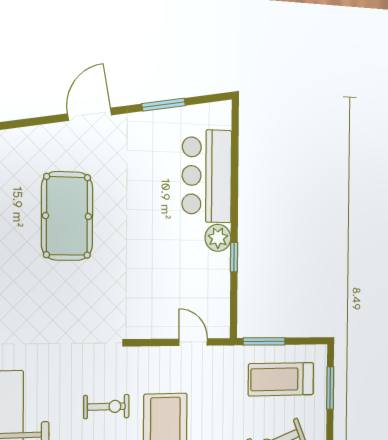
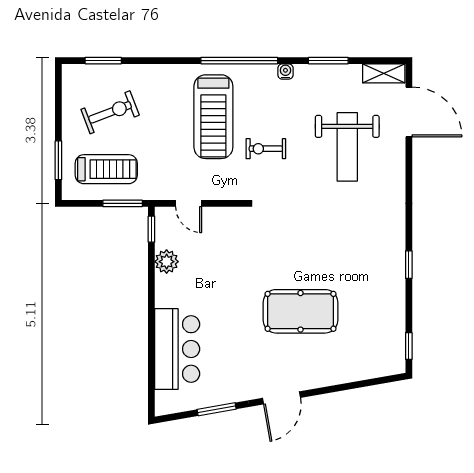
pool table: (67, 216) -> (301, 311), turned 90
plant: (218, 238) -> (167, 262), moved
window: (234, 257) -> (151, 229), moved

